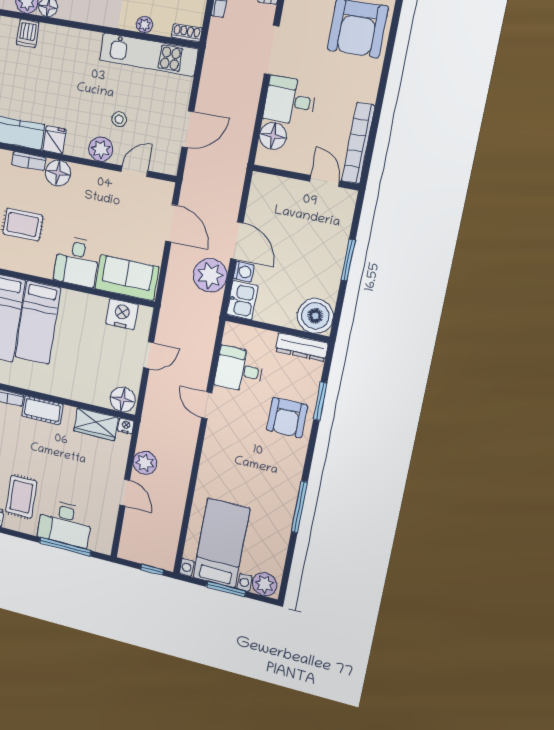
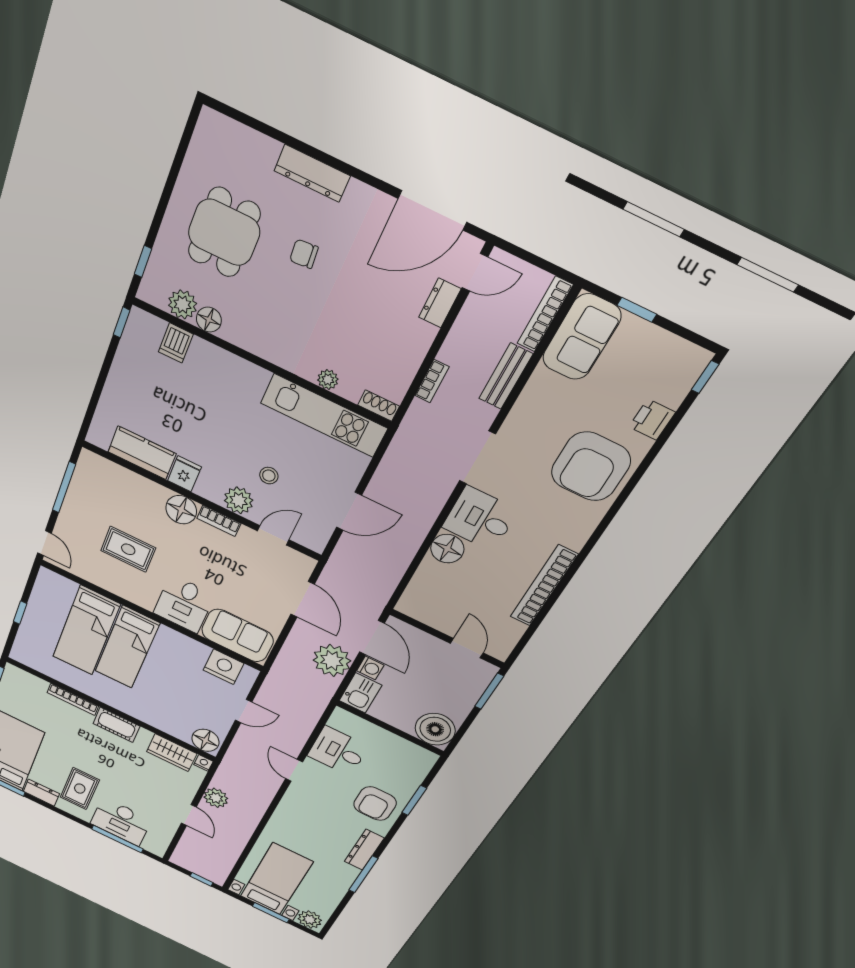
bookcase: (29, 161) -> (219, 521), moved
wall: (306, 177) -> (447, 639), moved
door: (325, 181) -> (467, 648), moved
dresser: (302, 347) -> (364, 850), moved, turned 90

